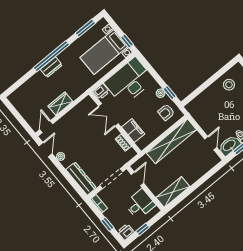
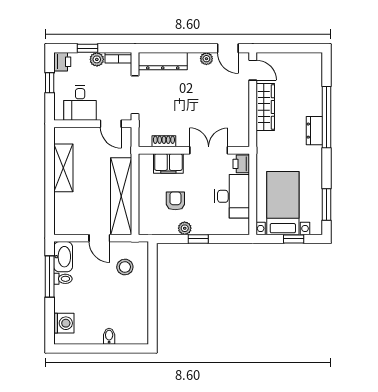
window: (127, 41) -> (294, 239), moved
window: (51, 56) -> (327, 117), moved
desk: (129, 81) -> (232, 196), width x0.73, depth x0.77
stool: (229, 85) -> (125, 267), moved
window: (170, 93) -> (198, 239), moved
wardrobe: (60, 104) -> (265, 107), width x1.50
armchair: (166, 112) -> (175, 201), moved
door: (211, 143) -> (99, 238), moved
shelving: (173, 192) -> (63, 168), moved
plant: (109, 215) -> (97, 59), added

